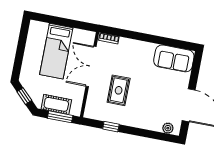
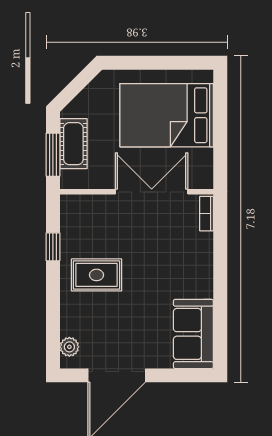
bed: (56, 51) -> (167, 115), width x1.50
rug: (119, 90) -> (97, 275), moved
window: (24, 96) -> (77, 85), removed

